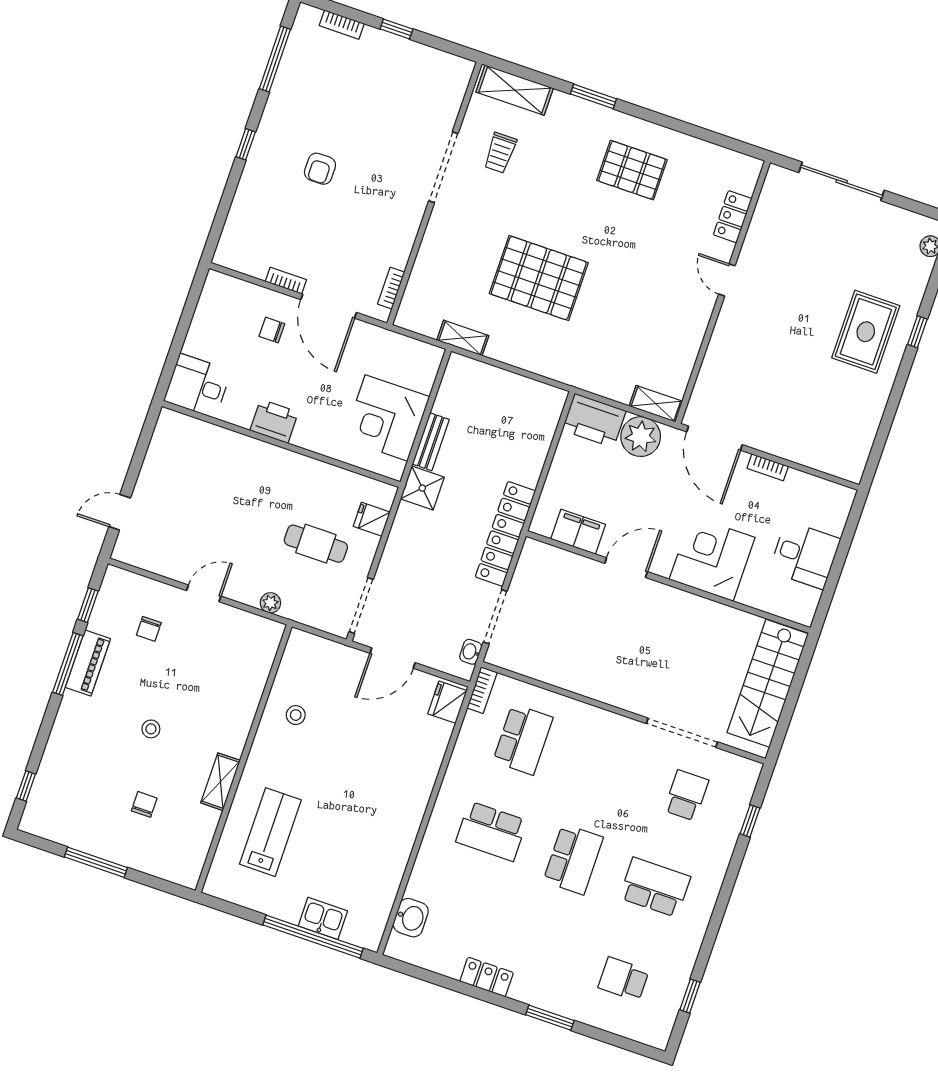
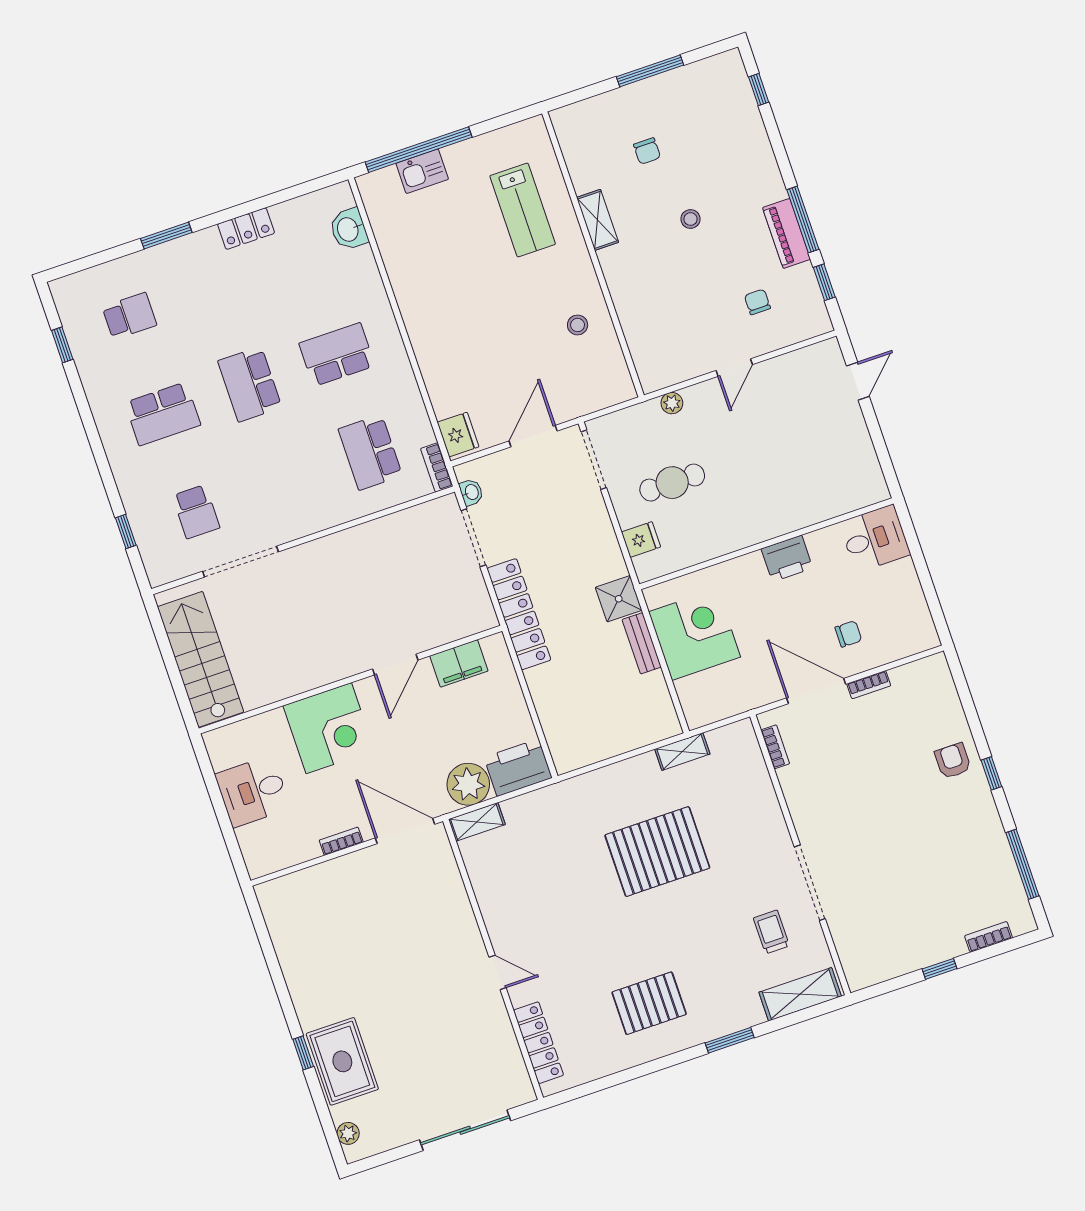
armchair: (320, 169) -> (953, 761), moved
locker: (733, 217) -> (538, 1043), width x1.53
rug: (866, 332) -> (342, 1061), moved

